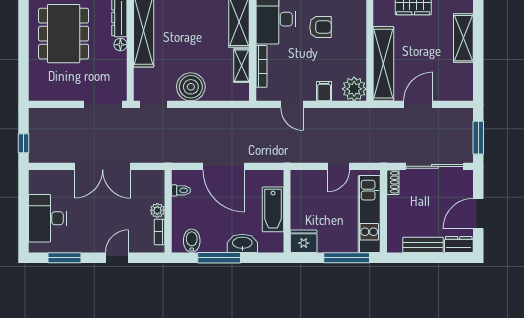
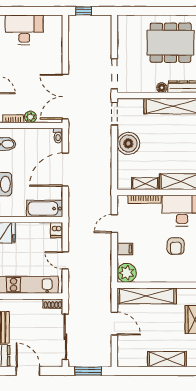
double door: (103, 166) -> (65, 97), moved
dishwasher: (300, 177) -> (57, 230), added
toilet: (181, 190) -> (58, 136), moved
bathtub: (273, 209) -> (45, 208), moved

